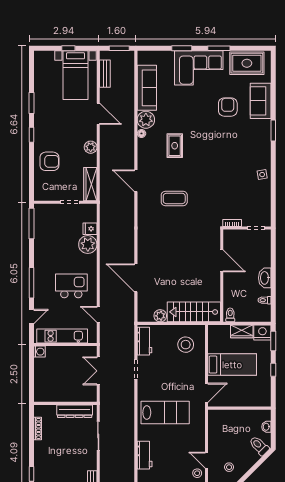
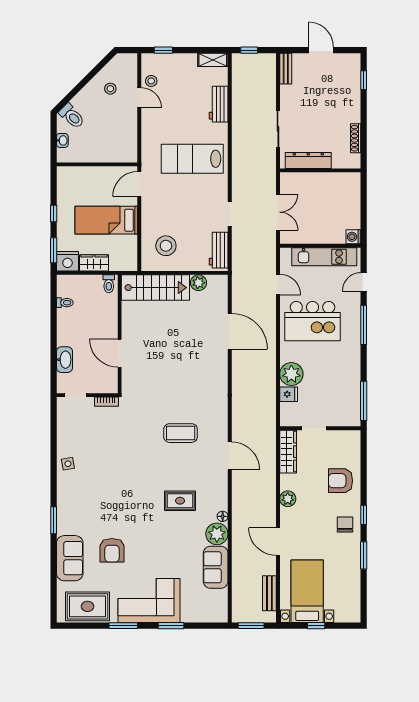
sofa: (147, 88) -> (216, 567), width x0.73
chair: (46, 127) -> (345, 525), added
rug: (175, 146) -> (180, 501), turned 90
washbasin: (265, 278) -> (64, 360), moved
kitchen island: (71, 286) -> (312, 321), width x1.37, depth x1.28

